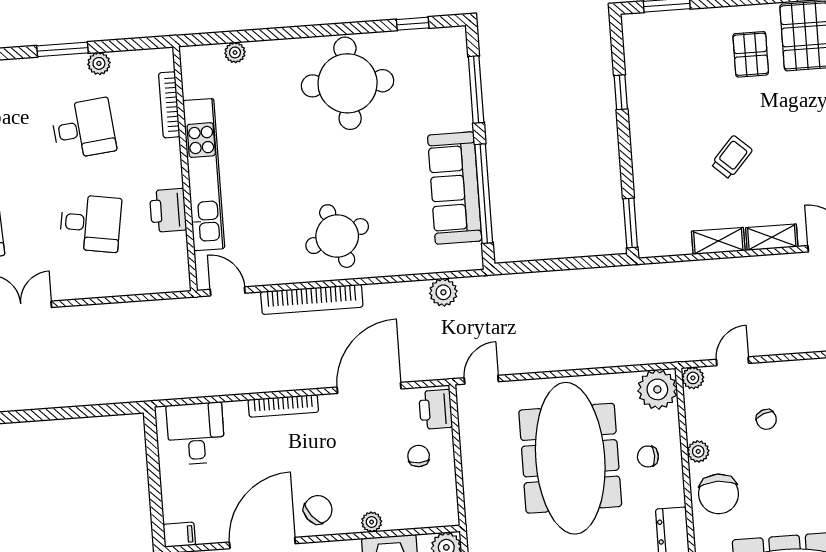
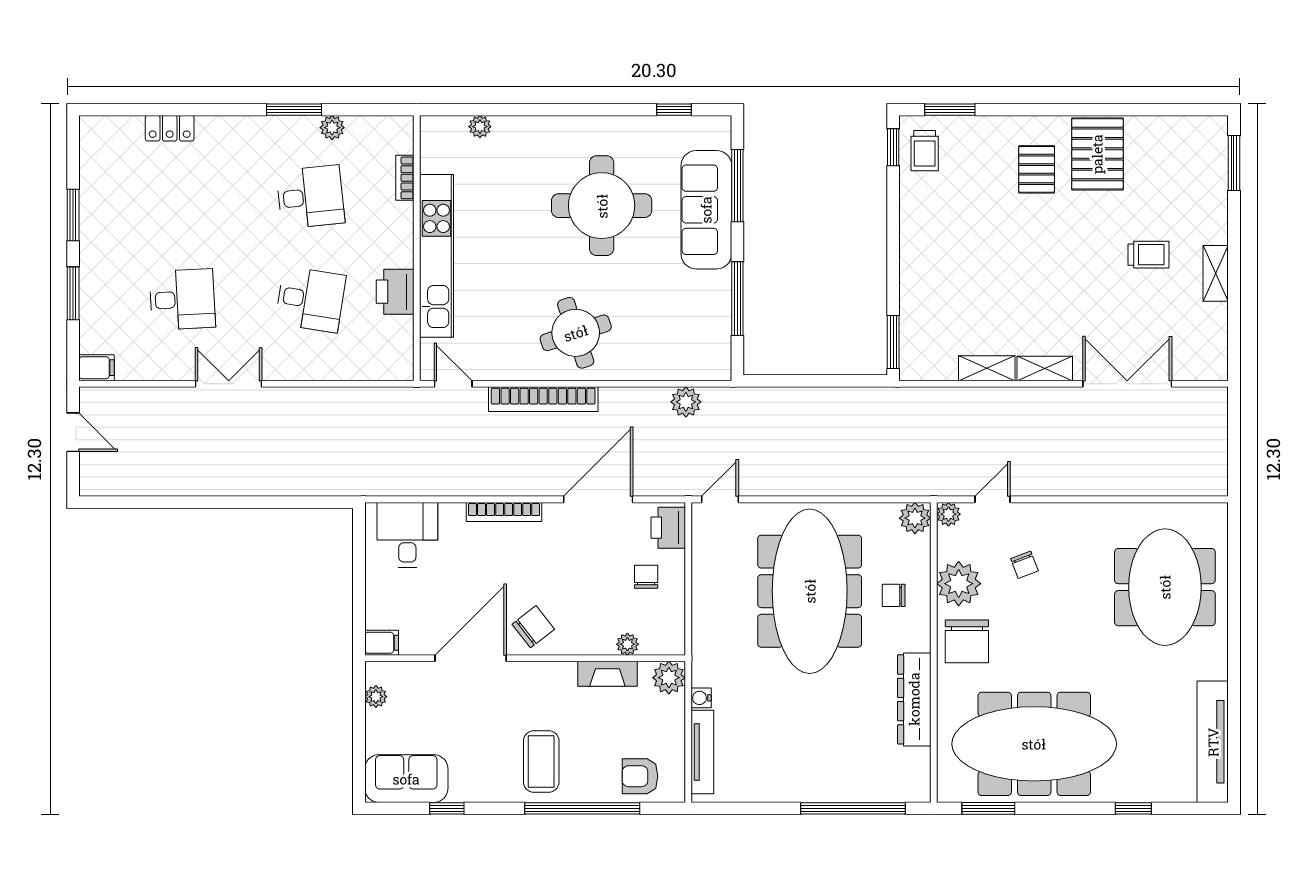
round table: (348, 83) -> (602, 206), moved
window: (621, 92) -> (893, 147), moved
bookcase: (169, 105) -> (405, 178), width x0.64
trolley: (732, 157) -> (925, 151), moved, turned 138
sofa: (455, 188) -> (706, 210), moved
window: (484, 194) -> (737, 299), width x0.68
plant: (657, 389) -> (915, 518), width x0.73, depth x0.73
plant: (698, 451) -> (959, 584), width x1.87, depth x1.87
plant: (372, 522) -> (627, 644), moved

